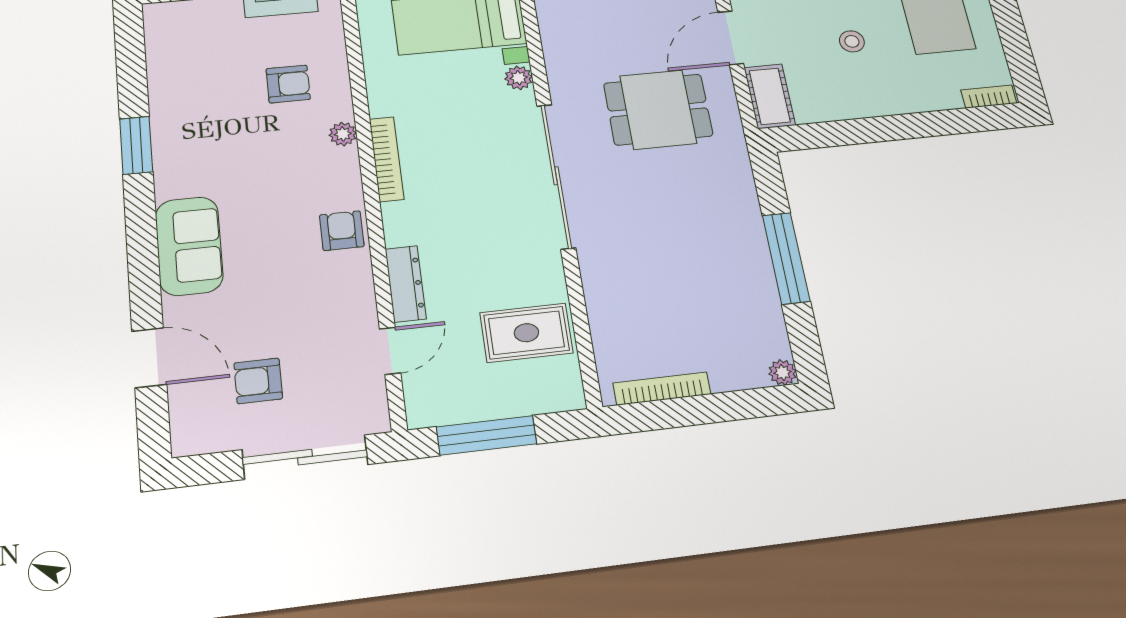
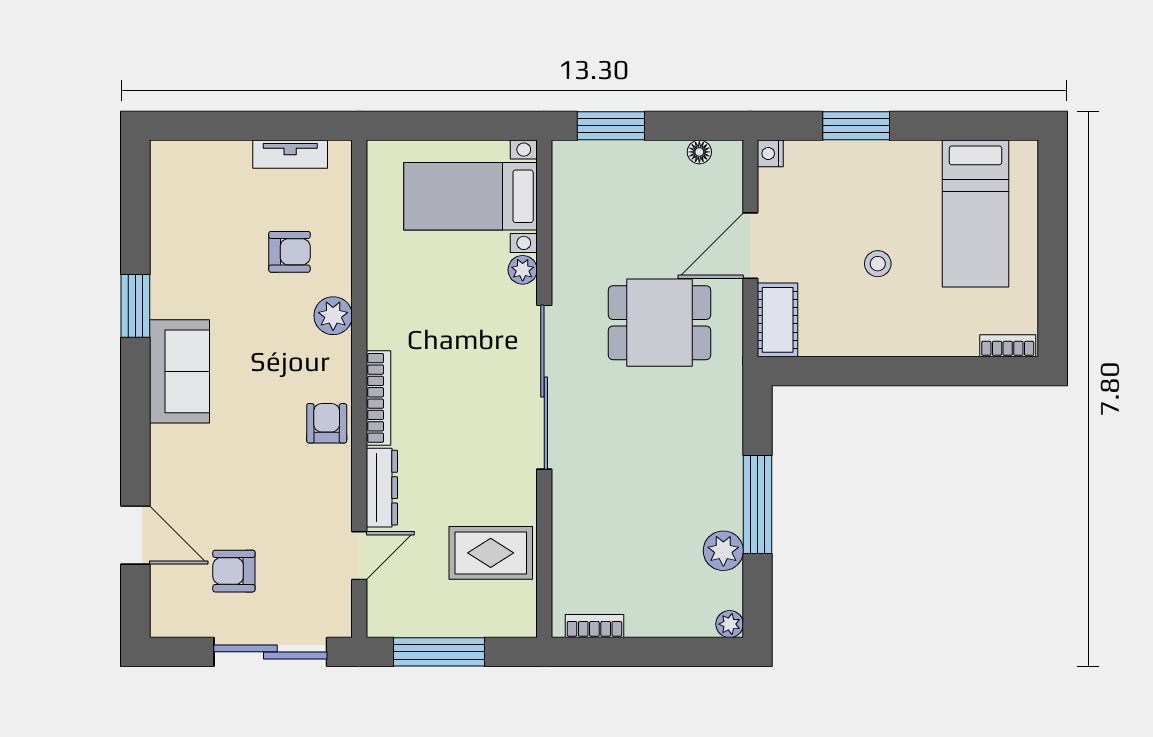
plant: (343, 134) -> (333, 316), width x1.38, depth x1.38
bookcase: (387, 159) -> (379, 398), moved
sofa: (189, 246) -> (180, 371), moved
plant: (761, 304) -> (723, 551), added
bookcase: (662, 389) -> (594, 626), width x0.64

